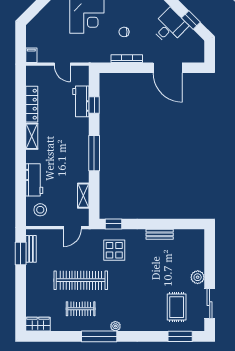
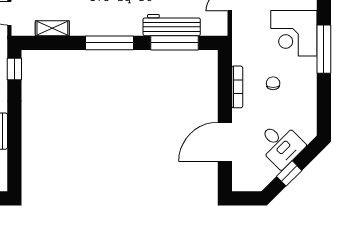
workbench: (81, 101) -> (172, 25), width x1.38
window: (94, 105) -> (175, 43), width x2.17

